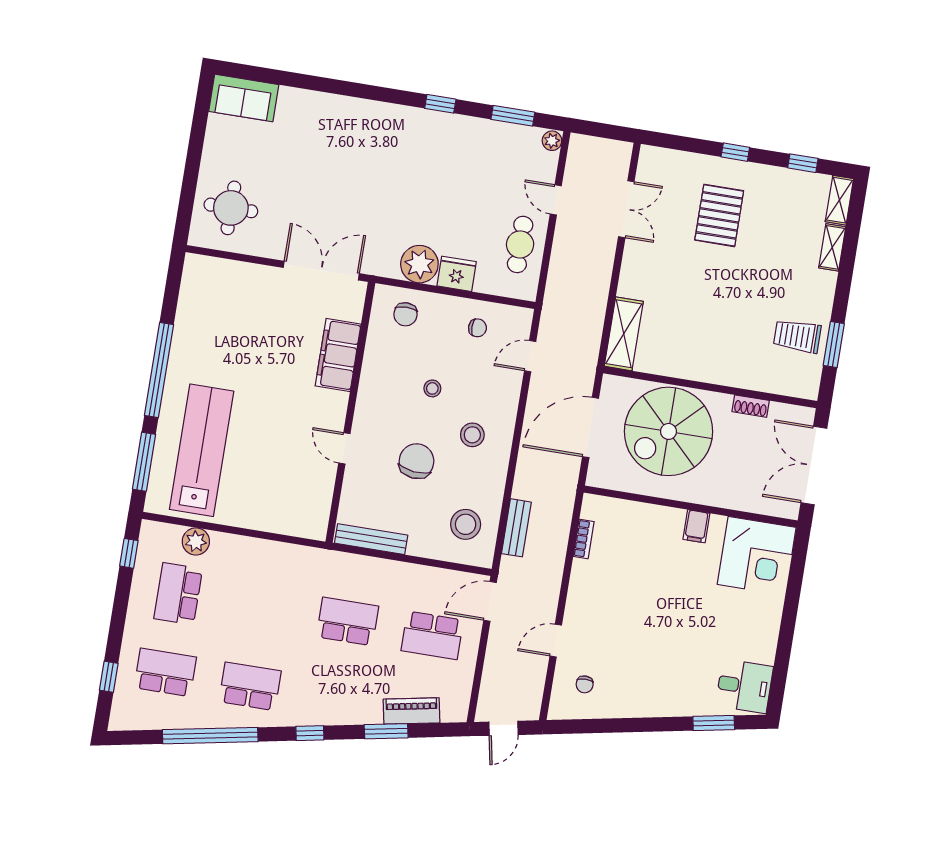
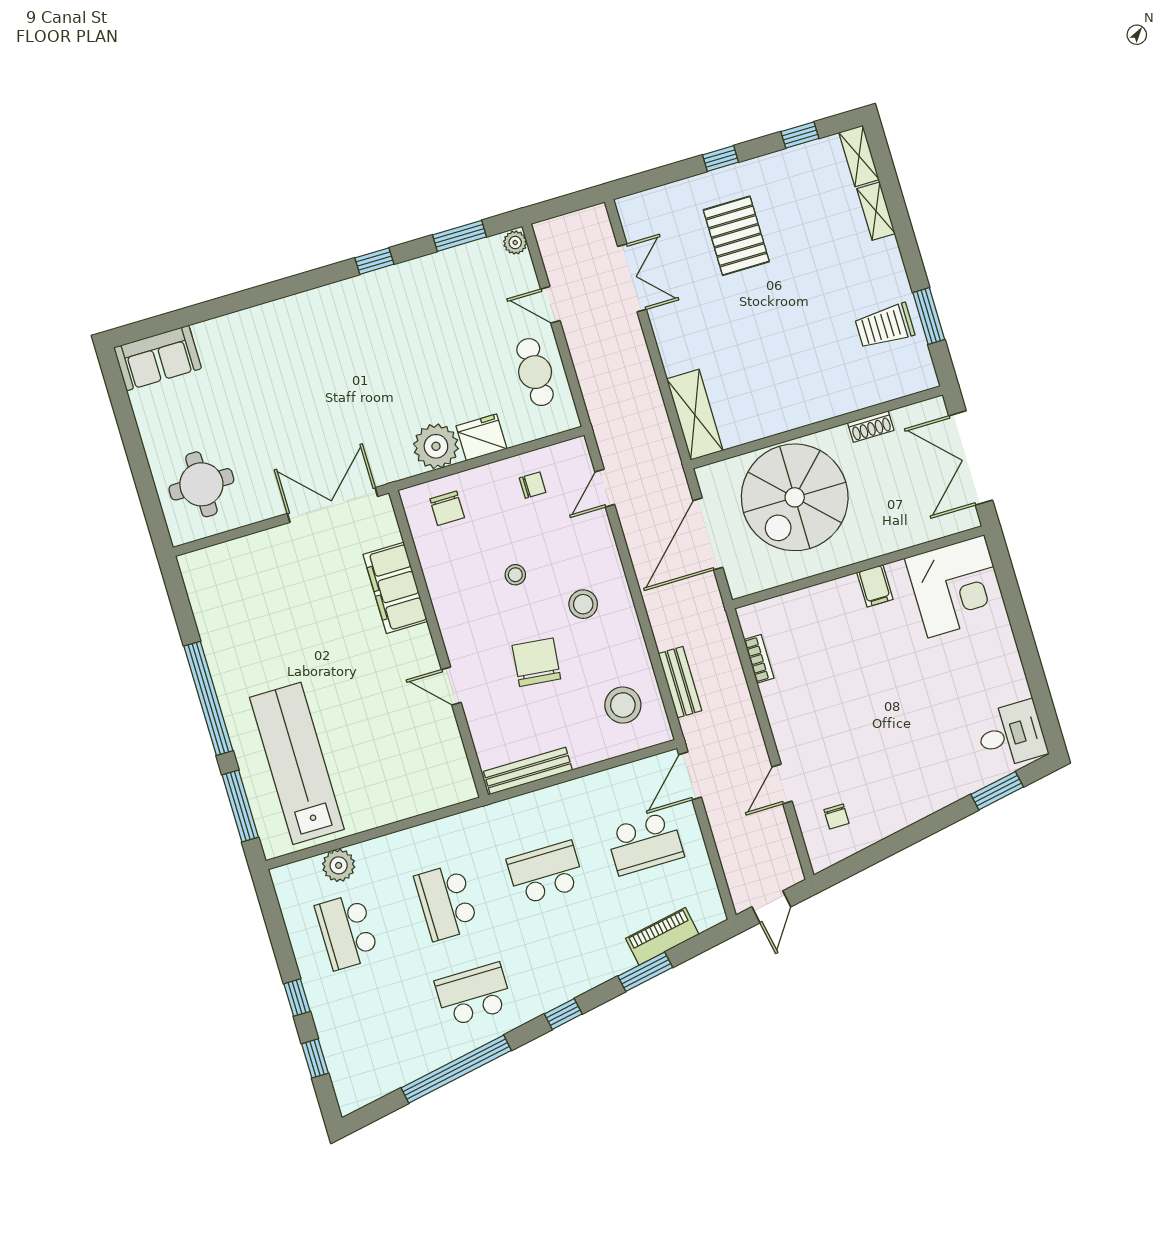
window: (129, 553) -> (297, 998), moved
school desk: (165, 672) -> (446, 902), moved, turned -90

